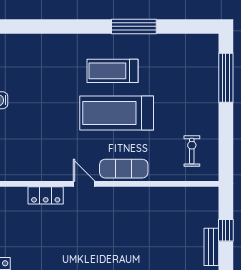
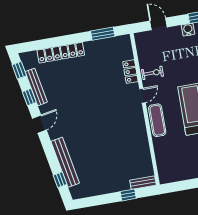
exercise bike: (192, 151) -> (153, 73), moved
bench: (211, 247) -> (143, 183), moved

